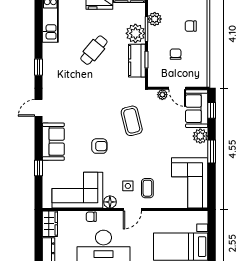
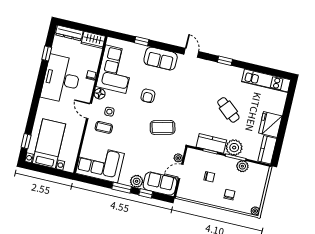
window: (212, 110) -> (146, 193), moved

